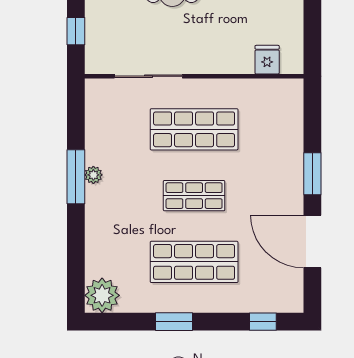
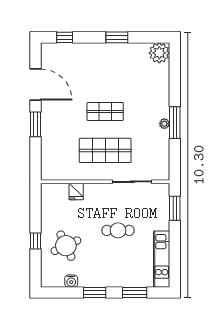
window: (76, 31) -> (175, 208), width x1.50
fridge: (267, 60) -> (76, 191), moved
shop shelf: (194, 262) -> (105, 72), removed

